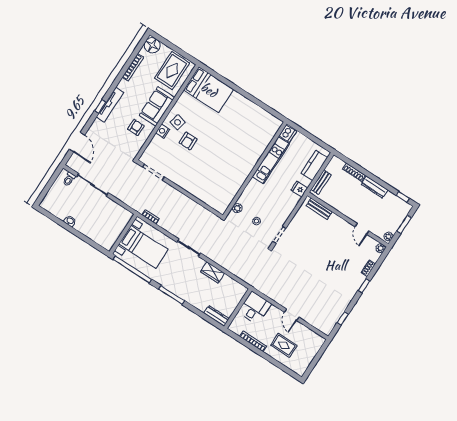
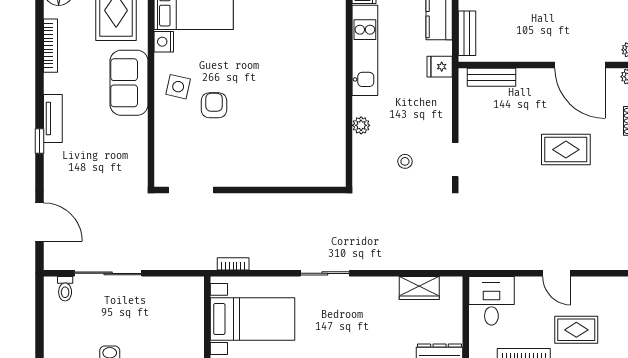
tv unit: (110, 105) -> (53, 119), width x0.71
armchair: (136, 127) -> (118, 138), removed
nightstand: (163, 131) -> (164, 42), moved
armchair: (188, 141) -> (214, 105), turned 180
plant: (237, 208) -> (361, 125), moved
door: (362, 229) -> (580, 65), width x1.87
rug: (331, 262) -> (566, 150), added
wardrobe: (213, 272) -> (419, 288), moved

